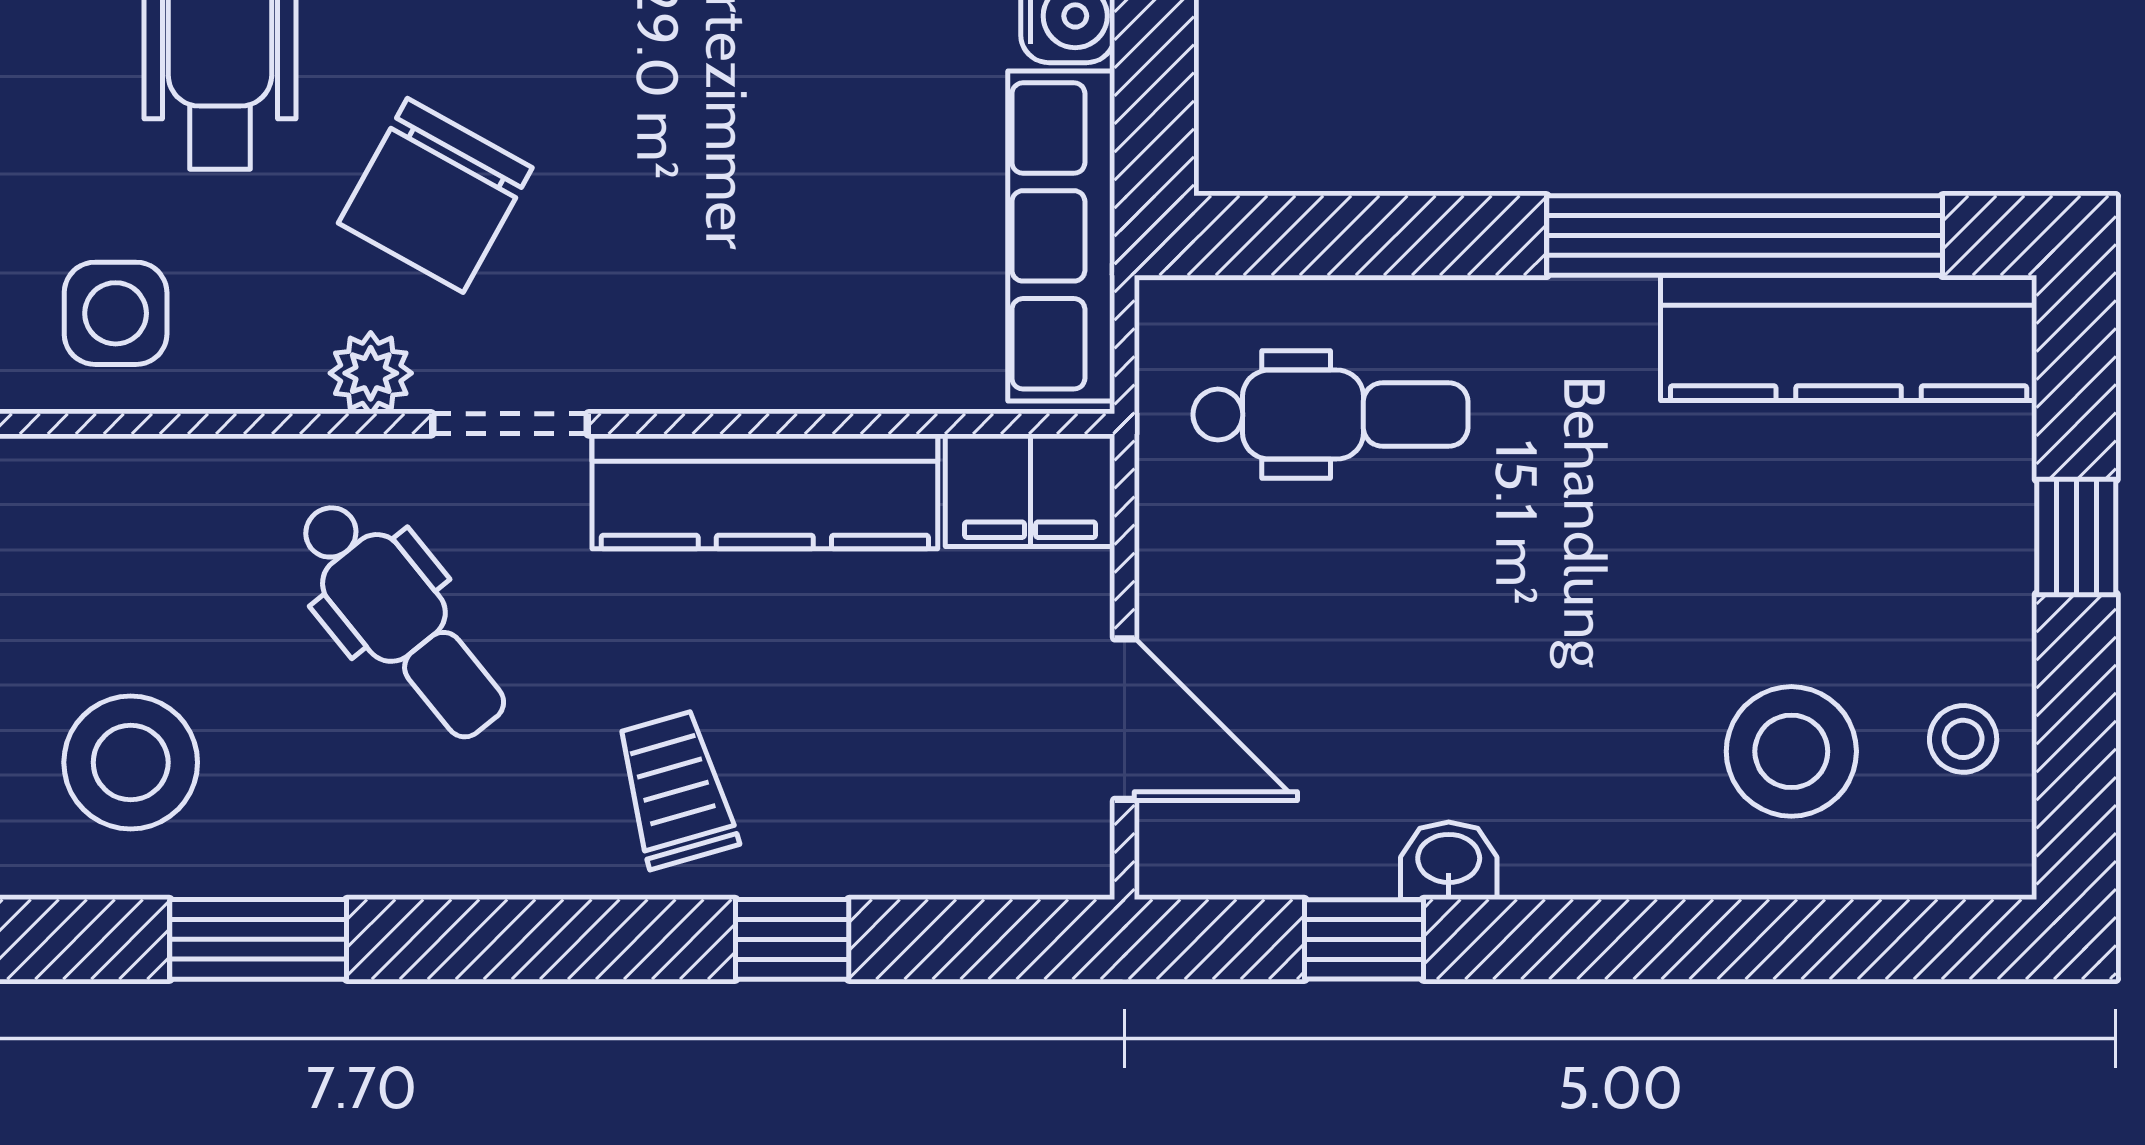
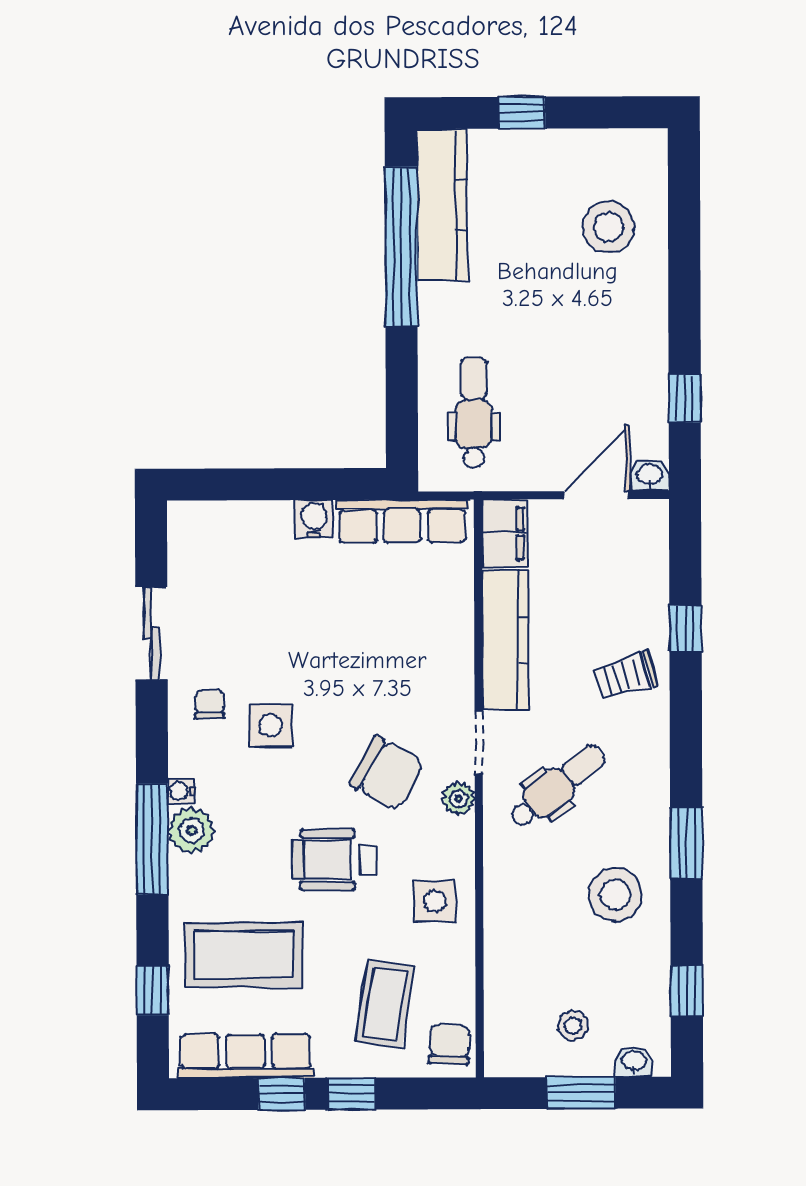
stool: (1963, 739) -> (603, 158), removed
washbasin: (1449, 861) -> (650, 475), moved, turned 90

